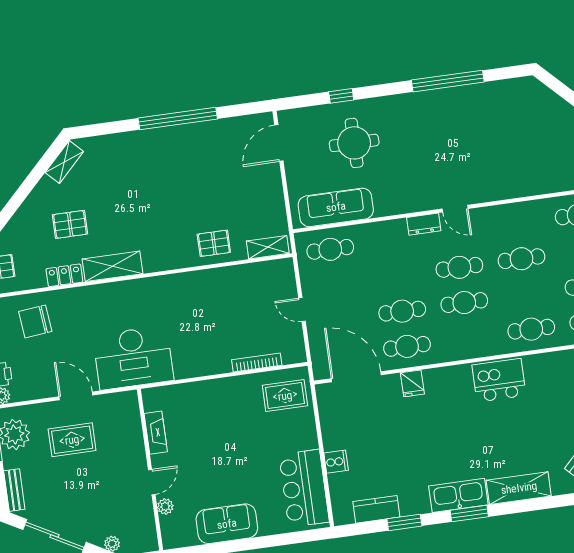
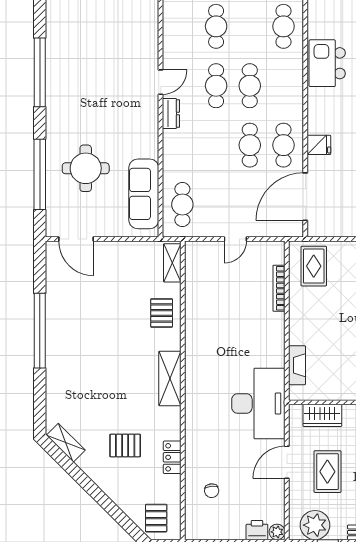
window: (341, 96) -> (40, 174), width x3.17
pallet: (70, 224) -> (125, 445), turned 90
shelving: (113, 266) -> (170, 378), moved
chair: (35, 321) -> (212, 491), width x0.54, depth x0.54
wardrobe: (130, 426) -> (322, 415), added
fireplace: (156, 433) -> (297, 365), moved, turned 90

